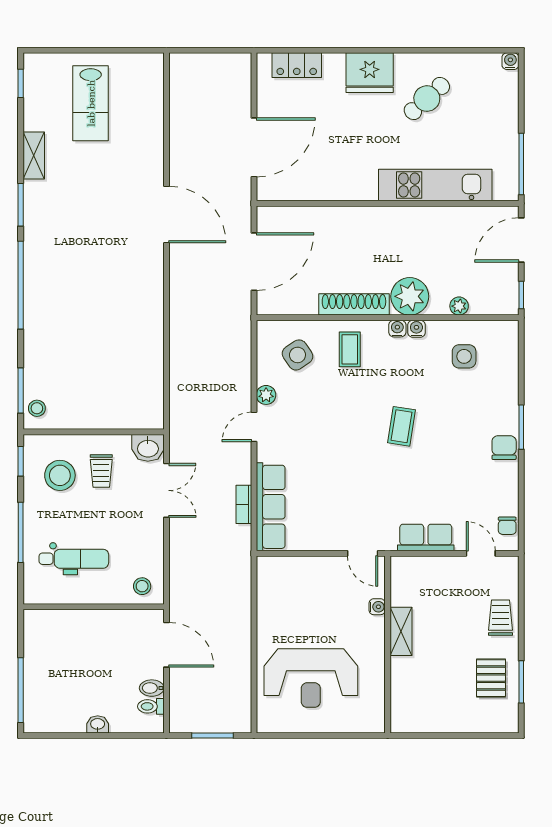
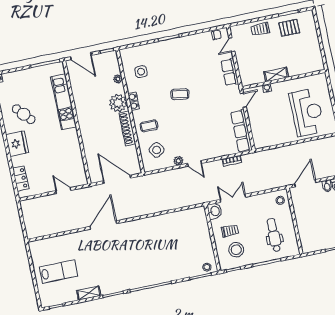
door: (254, 147) -> (63, 191), width x0.53
chair: (504, 448) -> (180, 44), removed
row of seats: (271, 507) -> (242, 131), moved, turned -90

